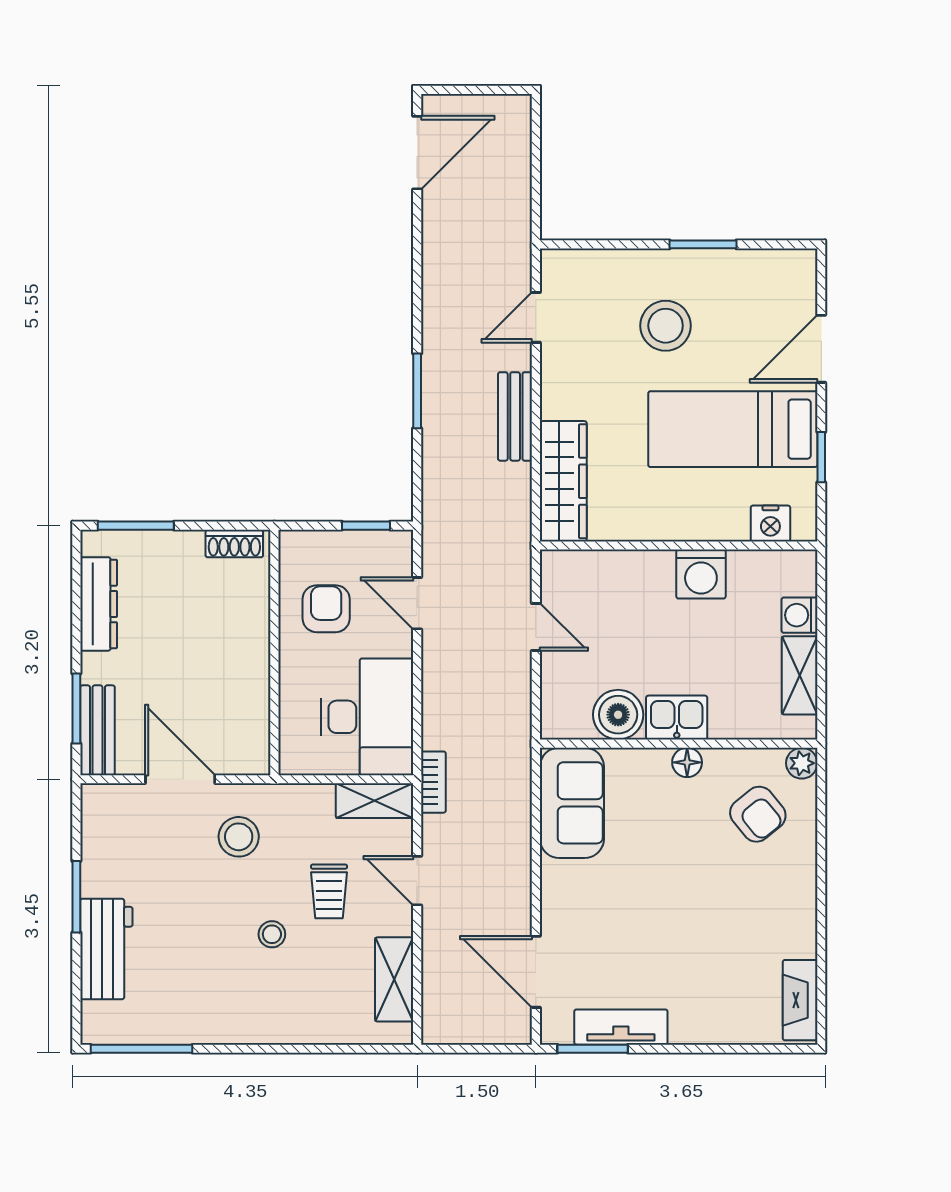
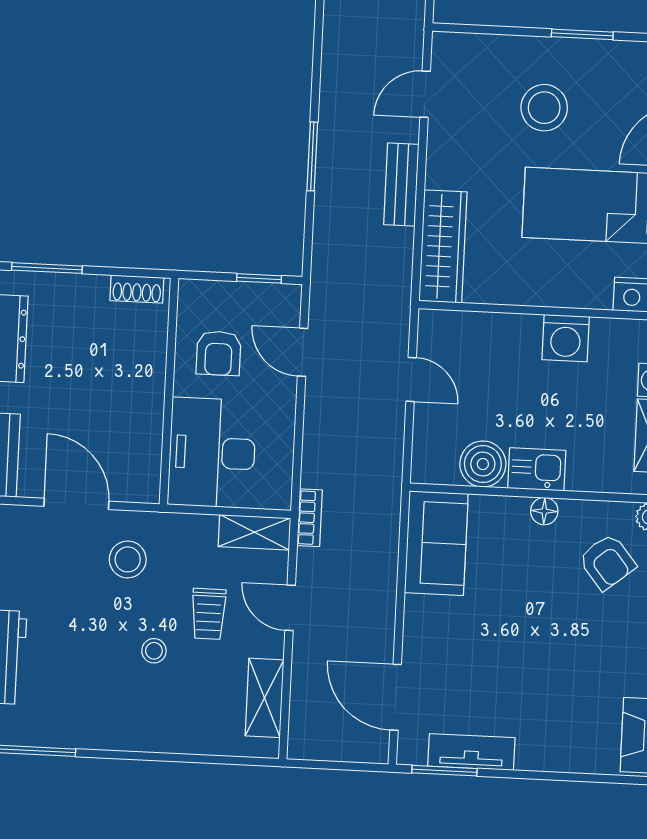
armchair: (326, 609) -> (219, 353), turned 180
desk: (367, 717) -> (212, 453), moved, turned 180

